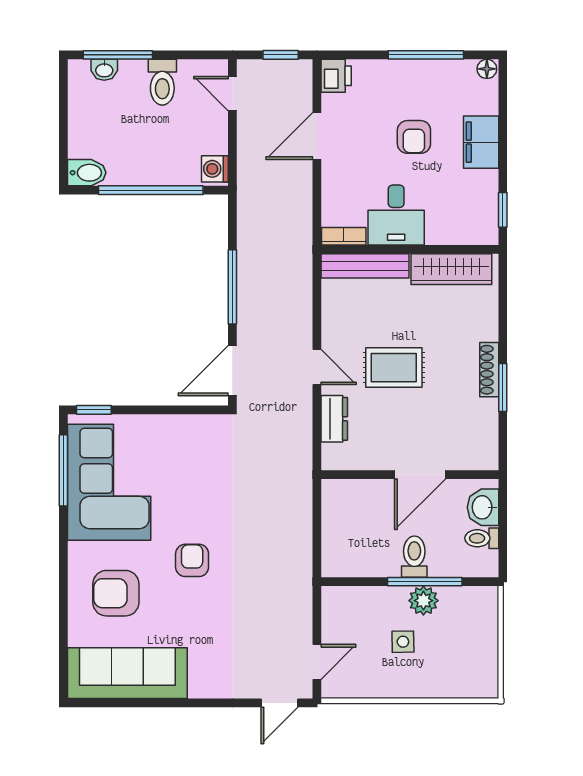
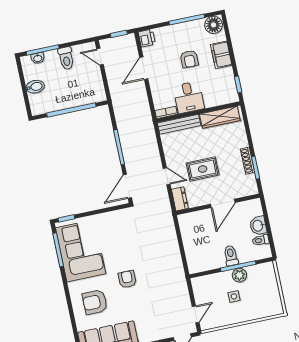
floor lamp: (487, 69) -> (214, 25), width x1.89, depth x1.89
washing machine: (215, 169) -> (99, 94), removed
bidet: (87, 173) -> (35, 87), moved
wall: (410, 475) -> (218, 204), moved
door: (420, 475) -> (223, 203), moved

